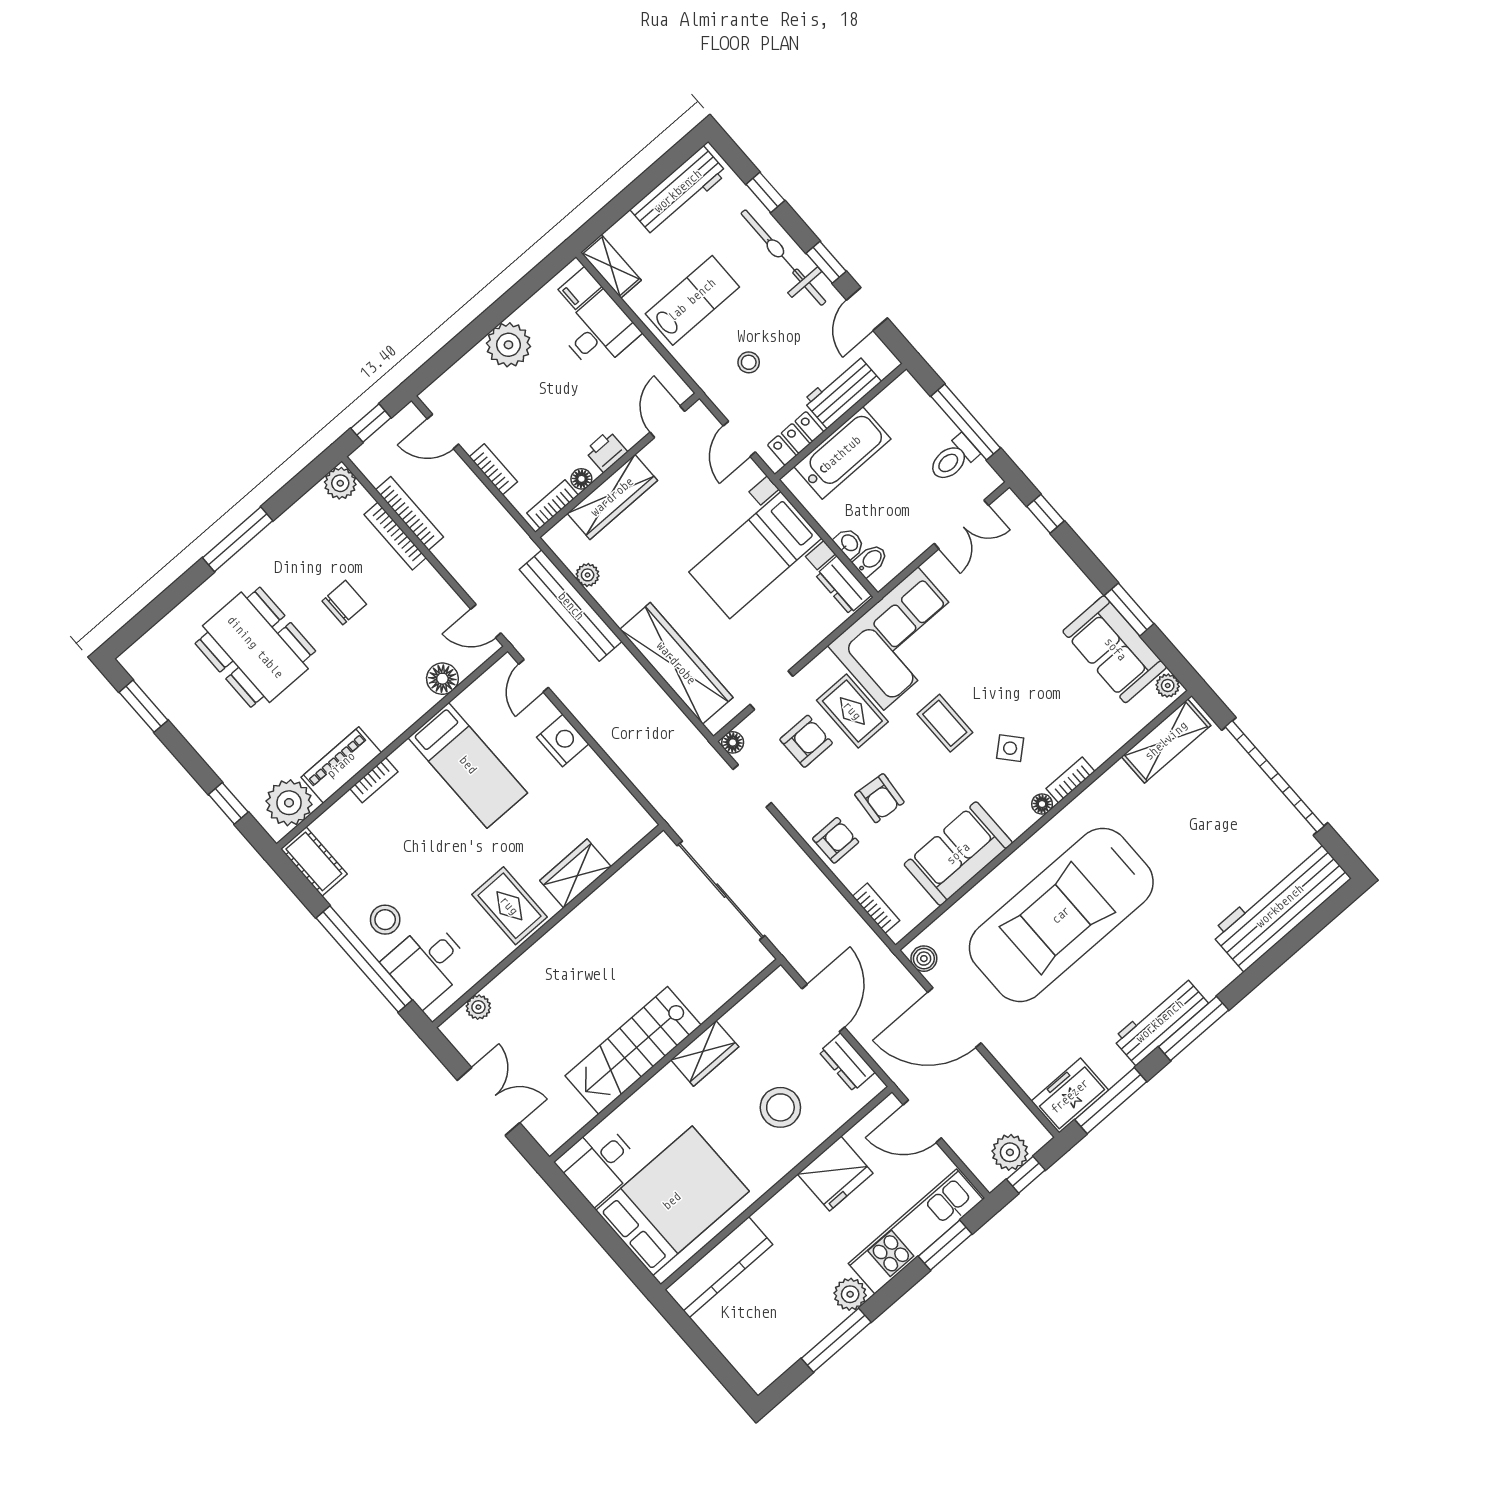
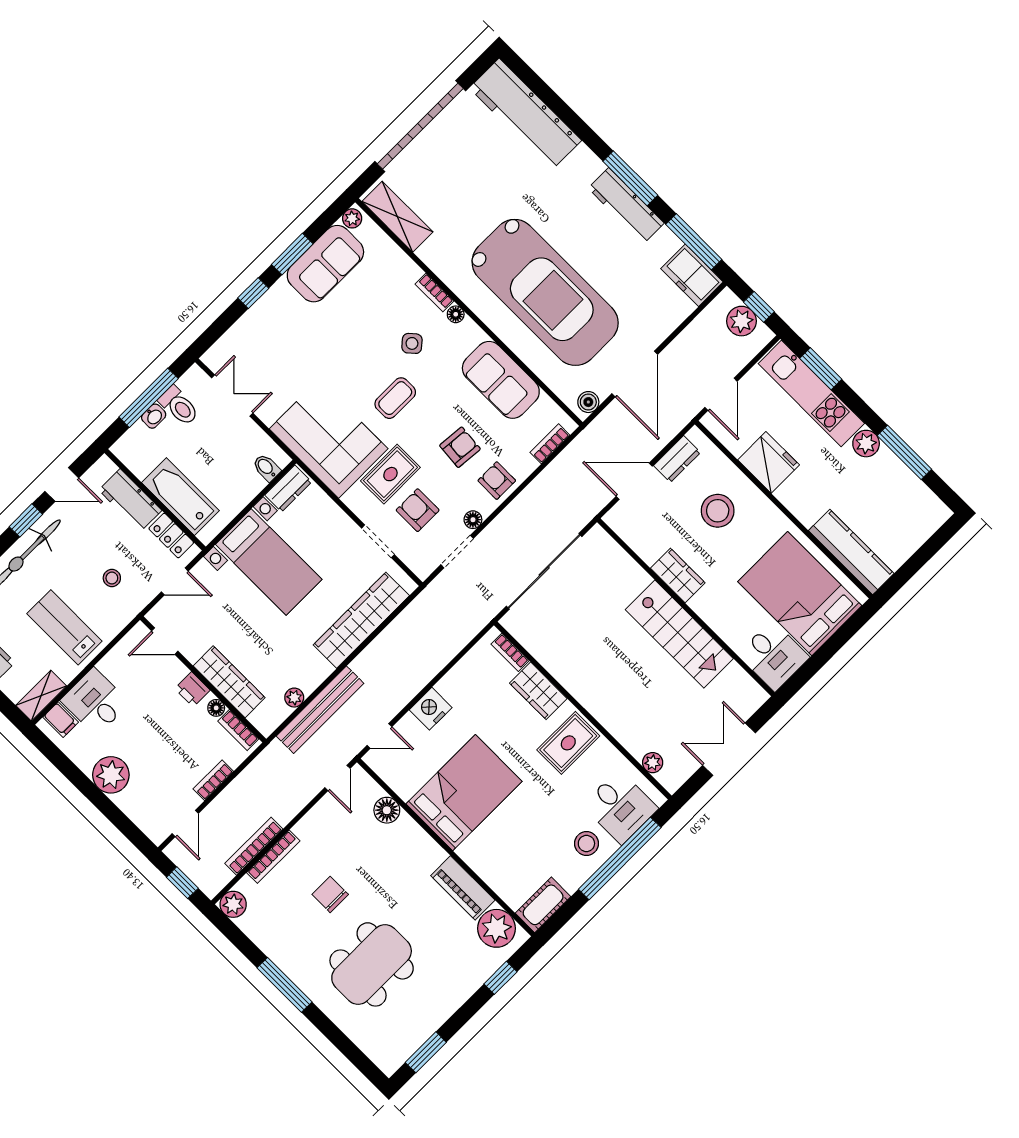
window: (1045, 514) -> (253, 293), moved
washbasin: (849, 543) -> (154, 416), moved, turned 180
floor lamp: (733, 742) -> (473, 520), moved
bed: (468, 765) -> (464, 793), width x1.50
bookcase: (374, 780) -> (510, 652), moved, turned 180

